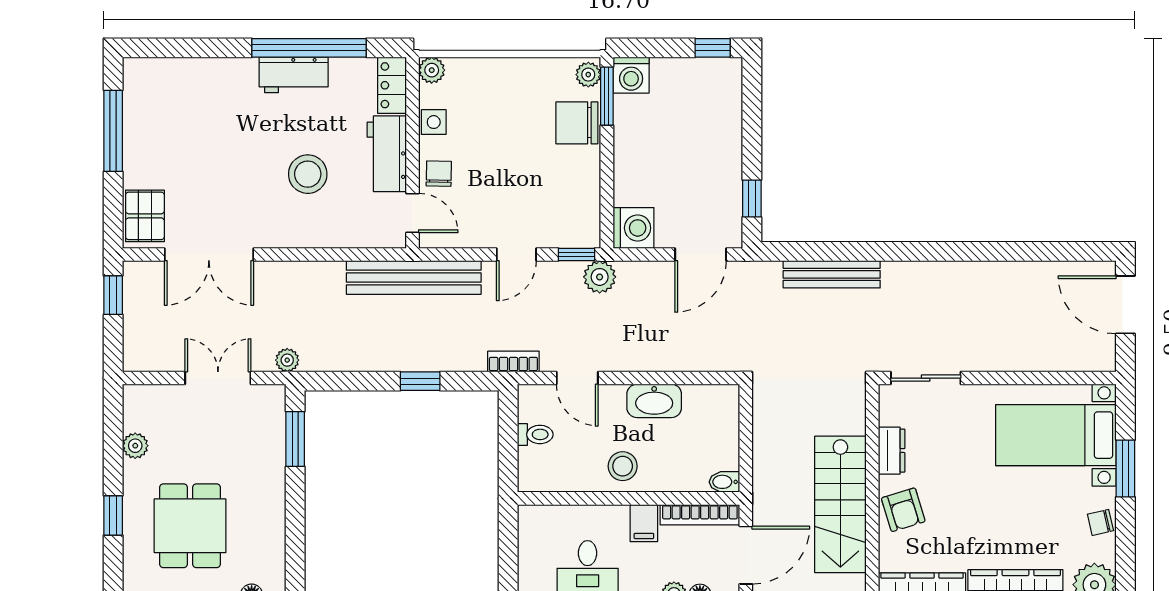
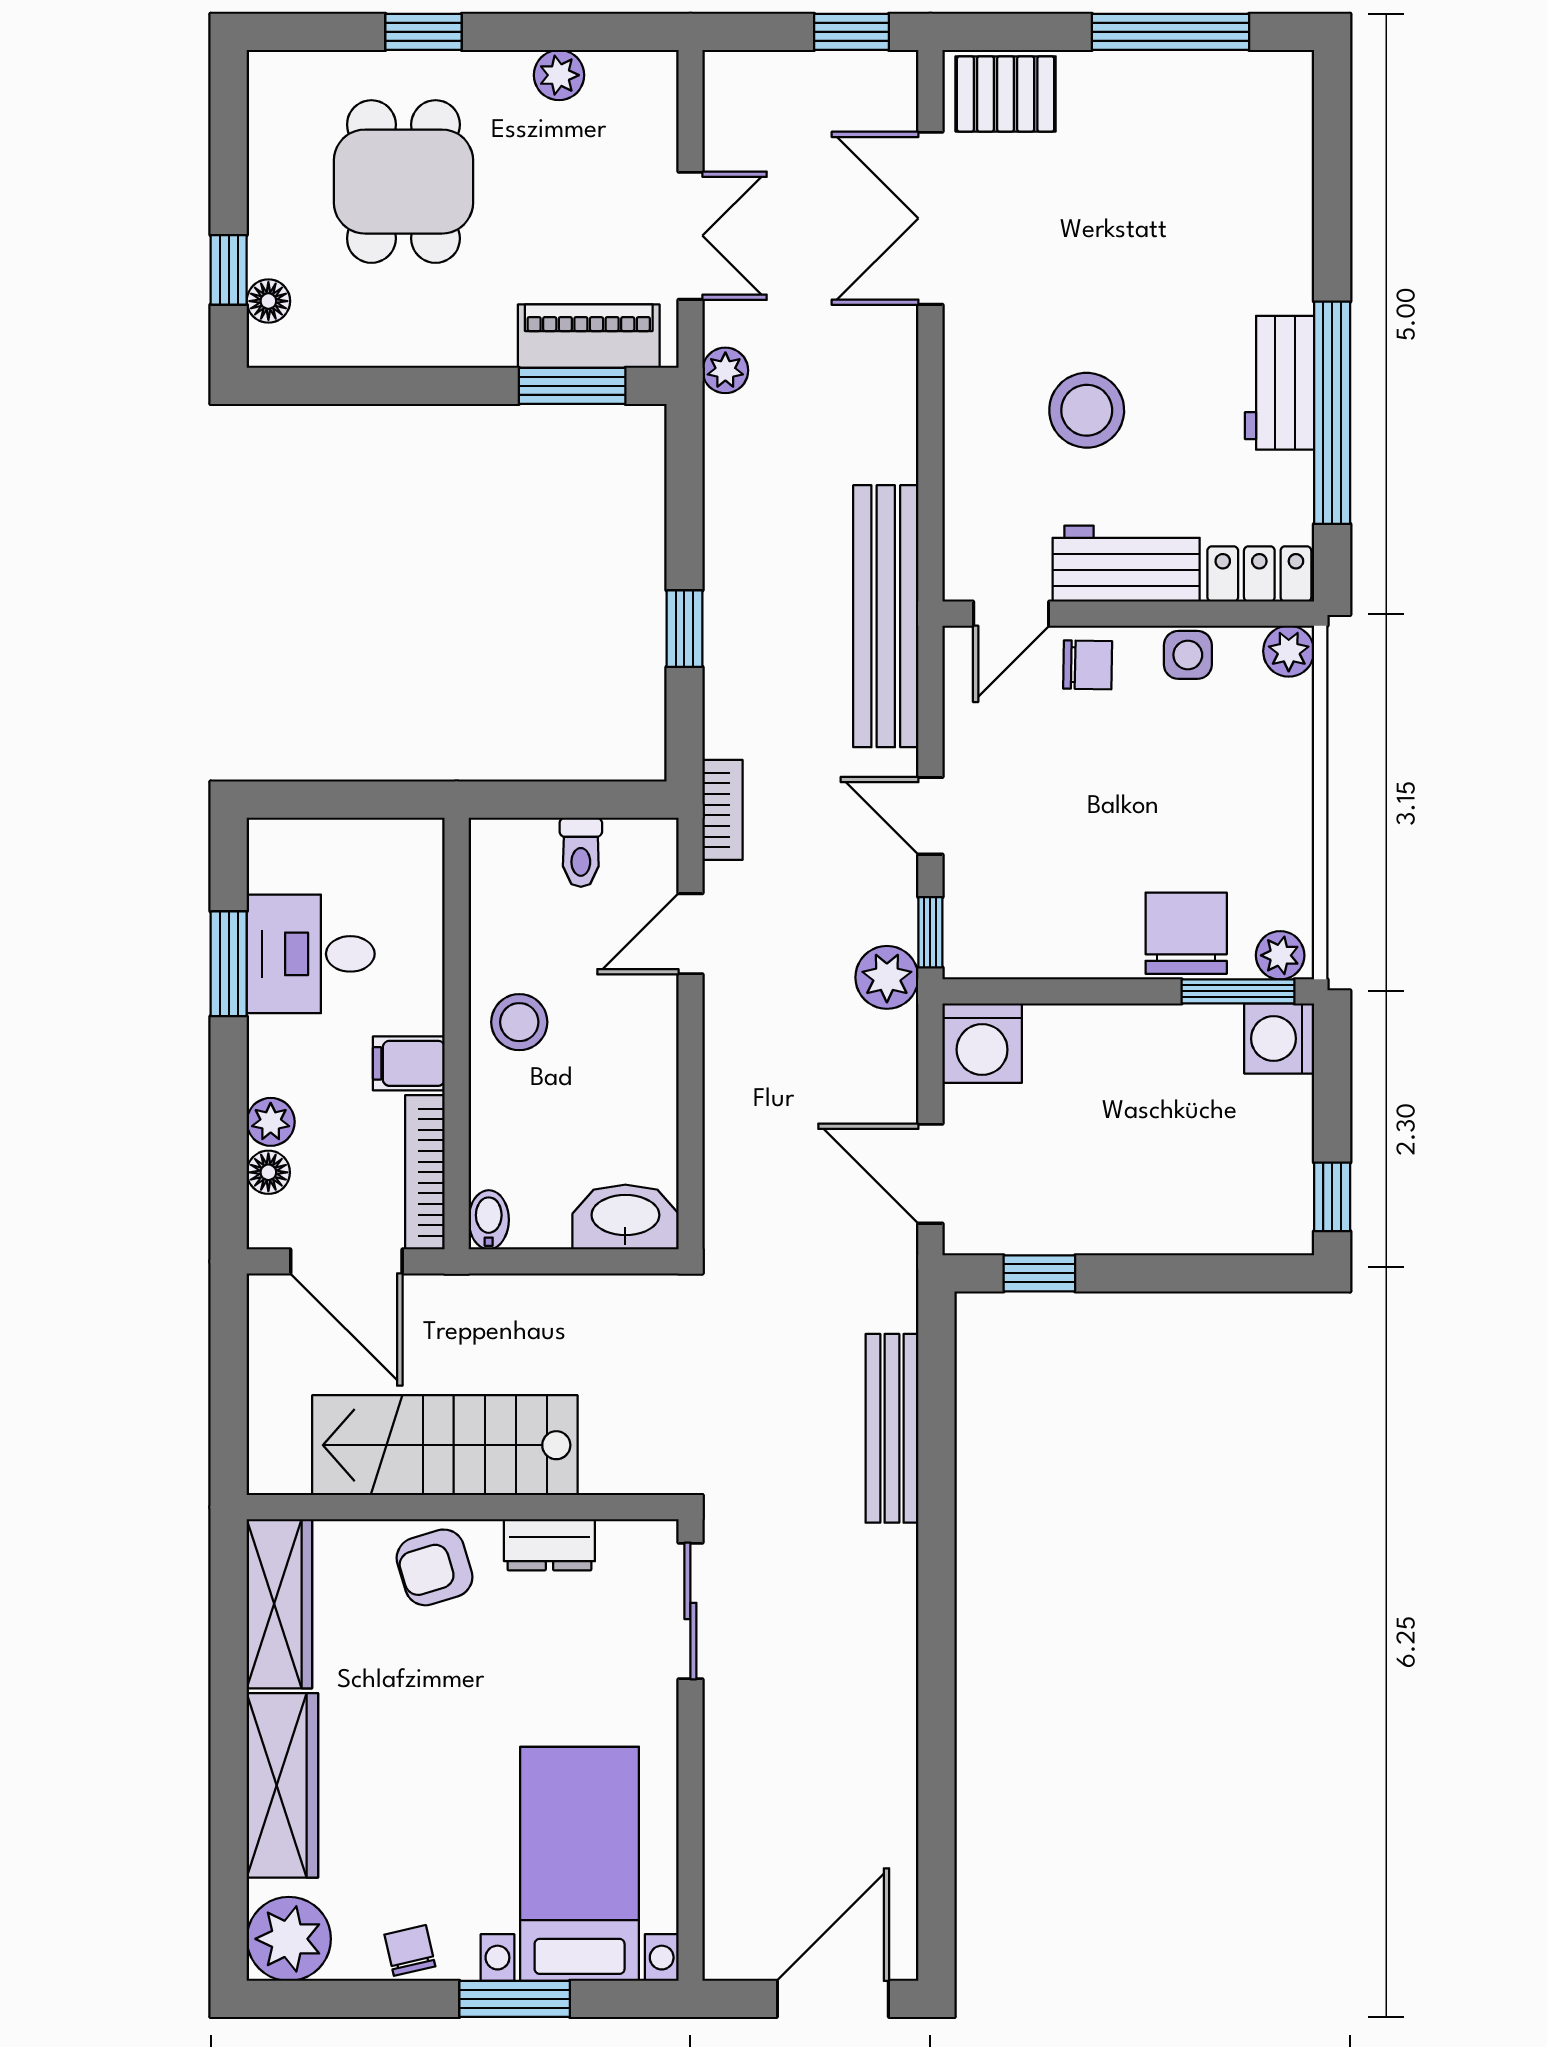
washbasin: (654, 401) -> (625, 1217), moved, turned 90
piano: (270, 430) -> (589, 336), added
dining table: (190, 526) -> (403, 182), turned 90

